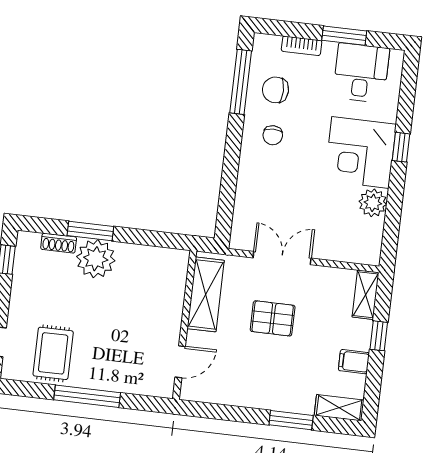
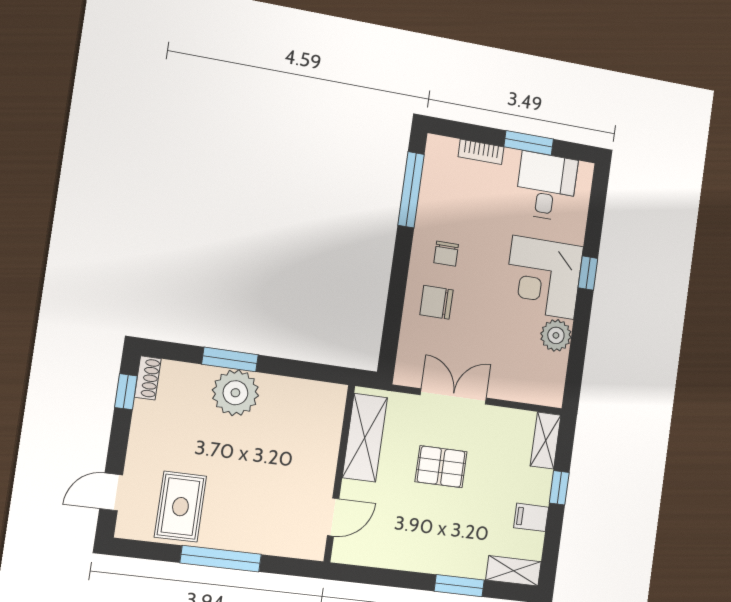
chair: (275, 90) -> (436, 302), moved
shoe rack: (59, 243) -> (148, 378), moved, turned -90

